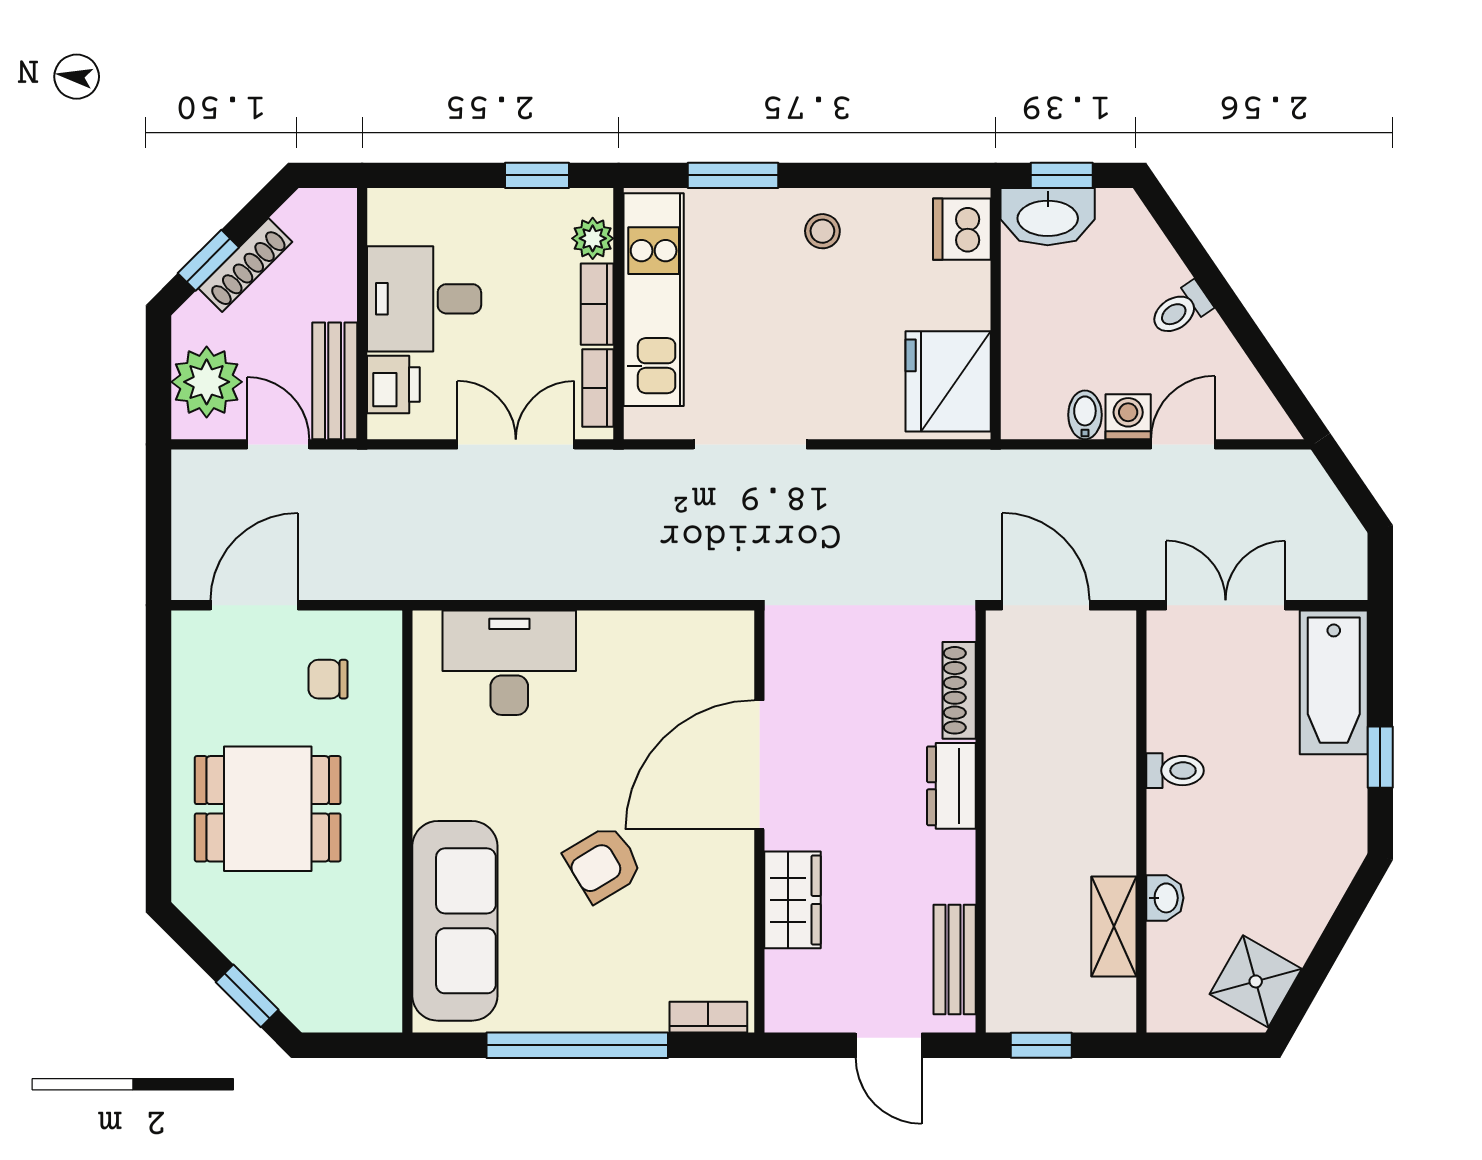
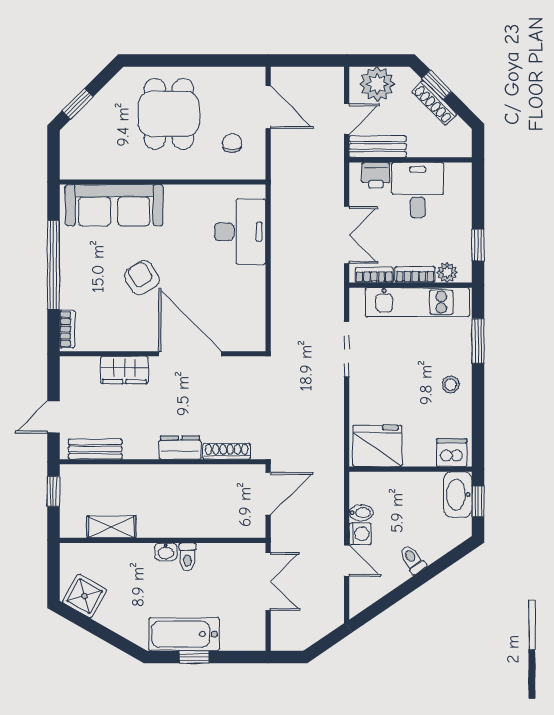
bathtub: (1334, 682) -> (184, 634), moved
washbasin: (1165, 898) -> (166, 552), moved

